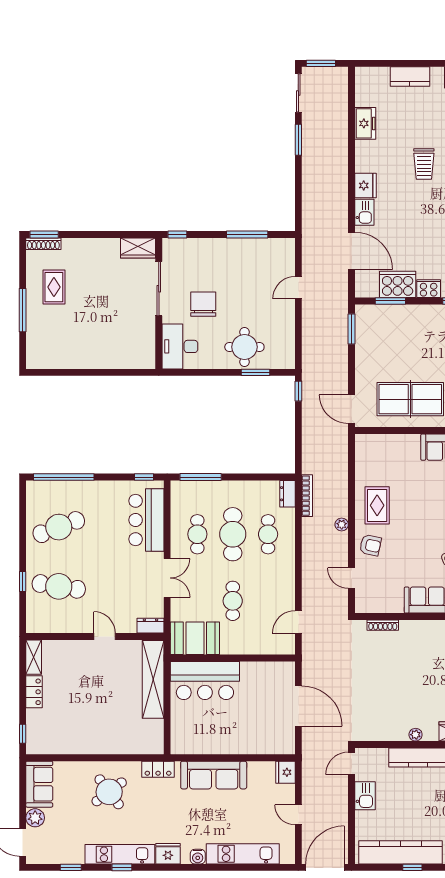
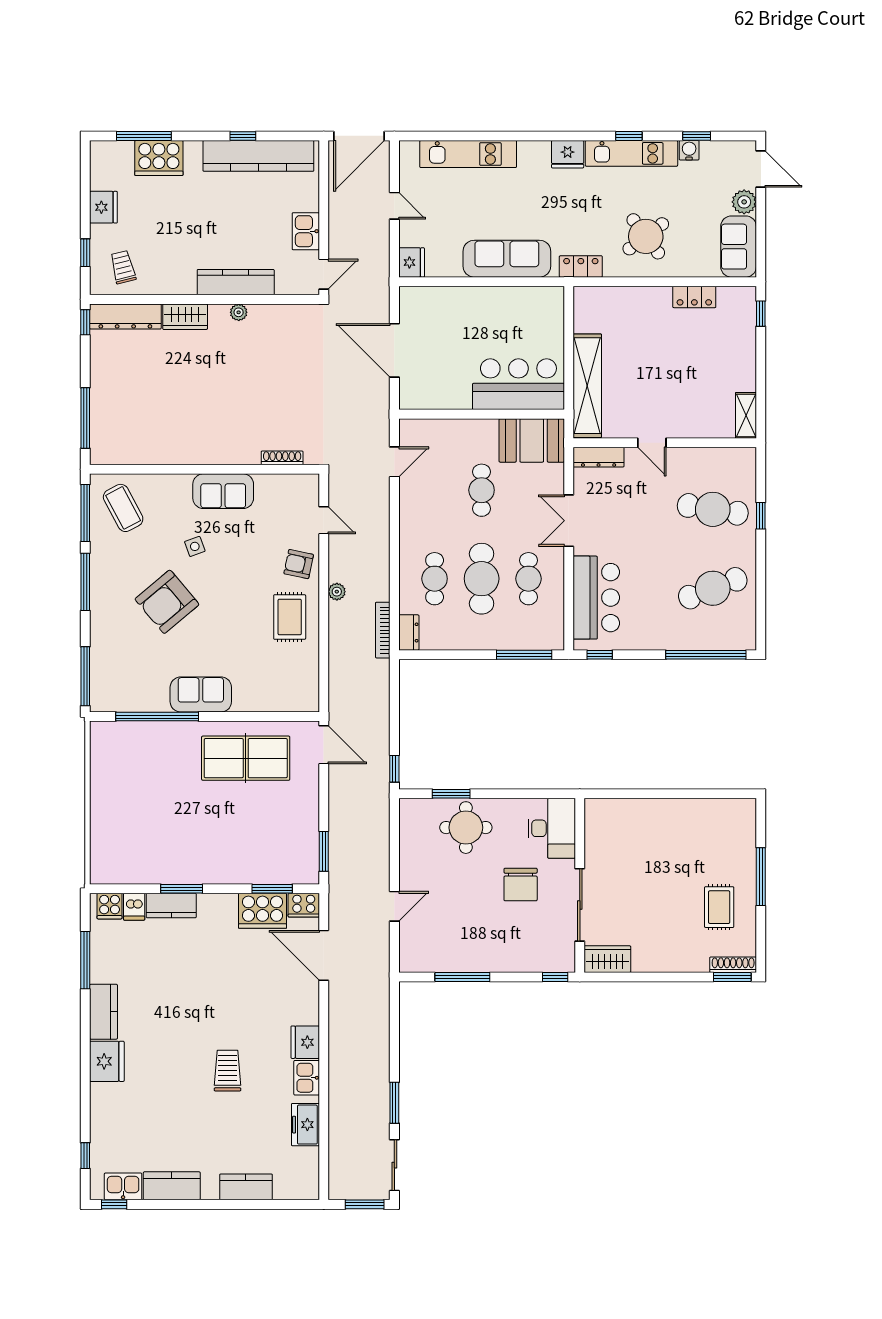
kitchen sink: (364, 212) -> (307, 1078), moved
cooker: (429, 289) -> (304, 905), moved
dresser: (150, 626) -> (599, 457), width x1.44
locker: (34, 692) -> (694, 297), moved, turned -90
water cooler: (198, 857) -> (689, 150), moved

